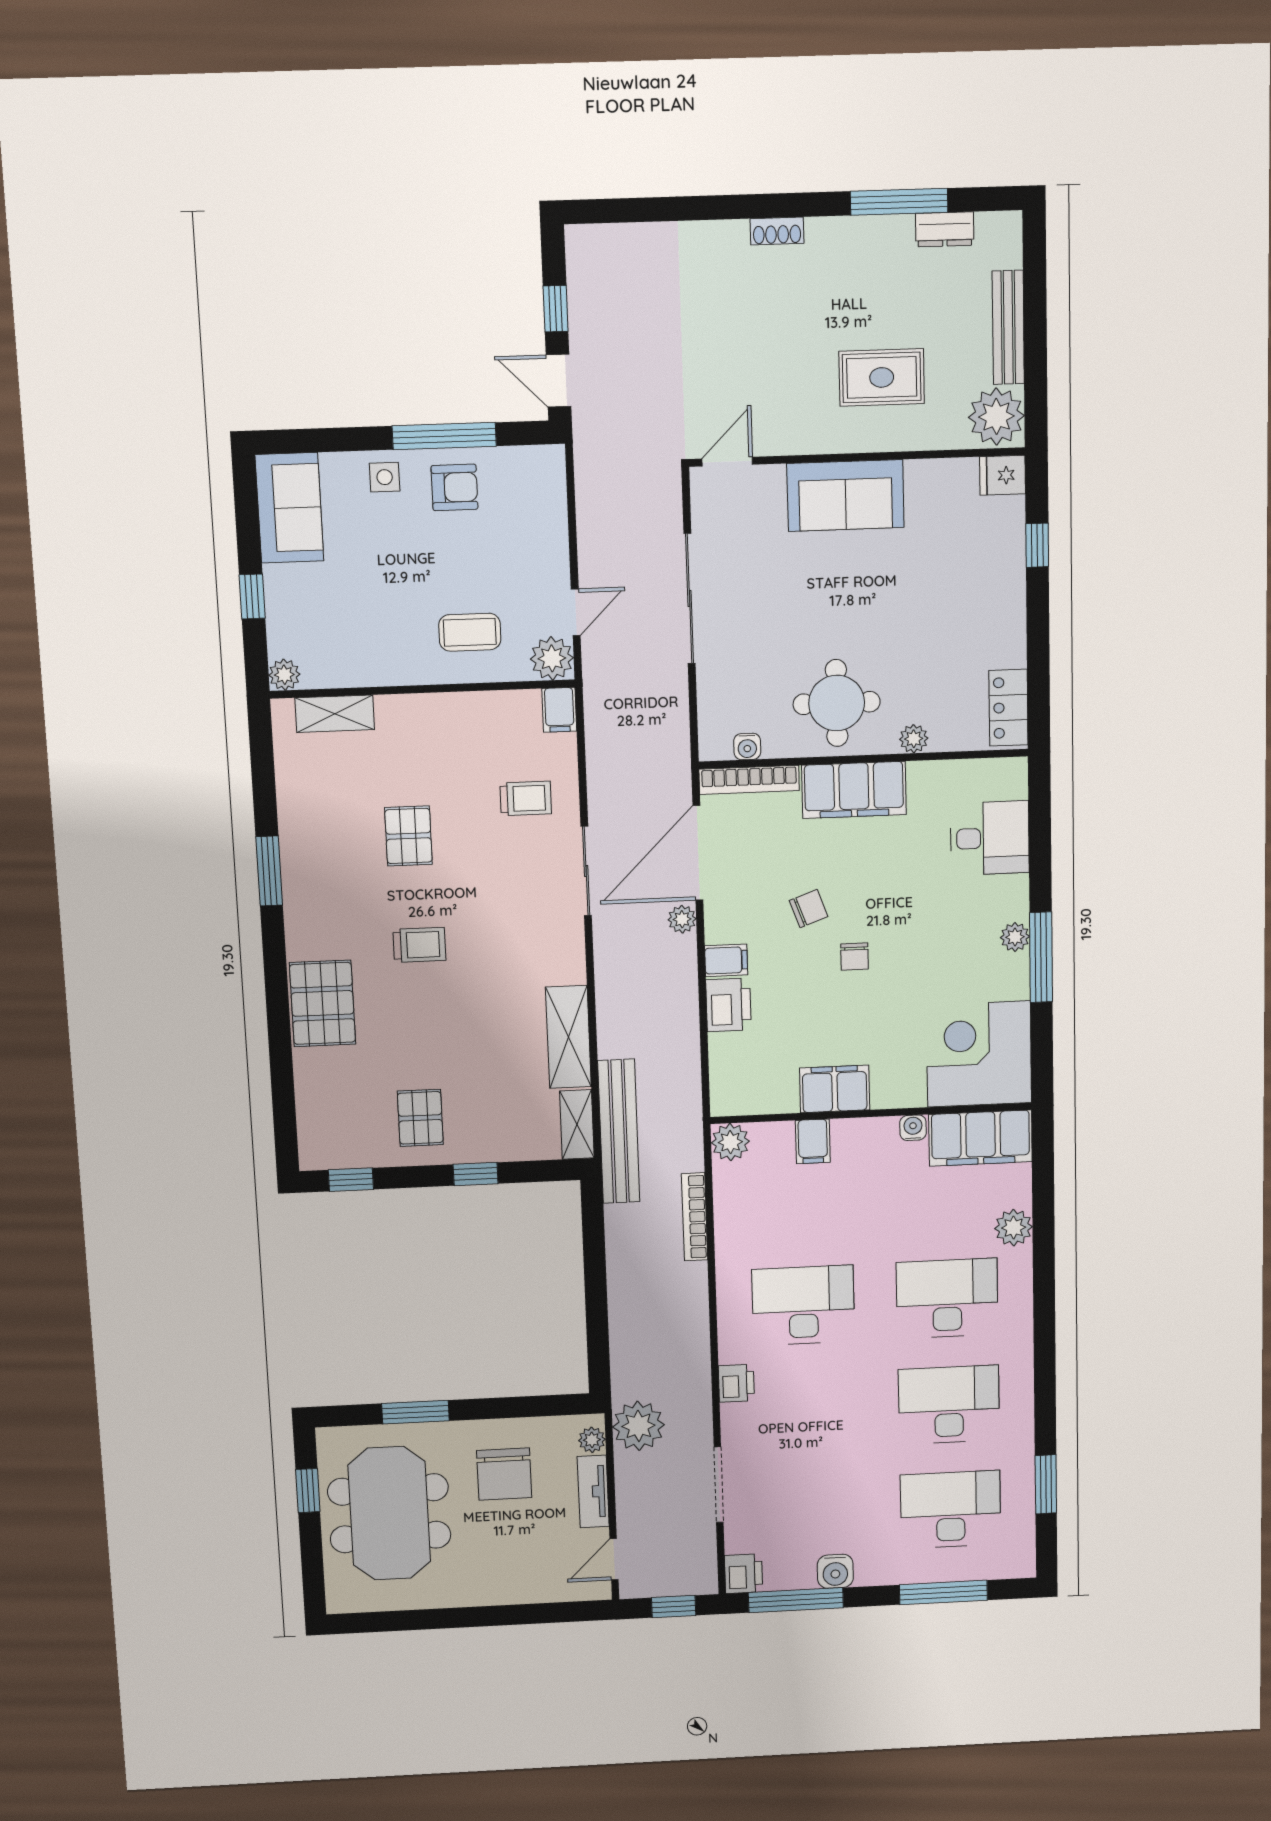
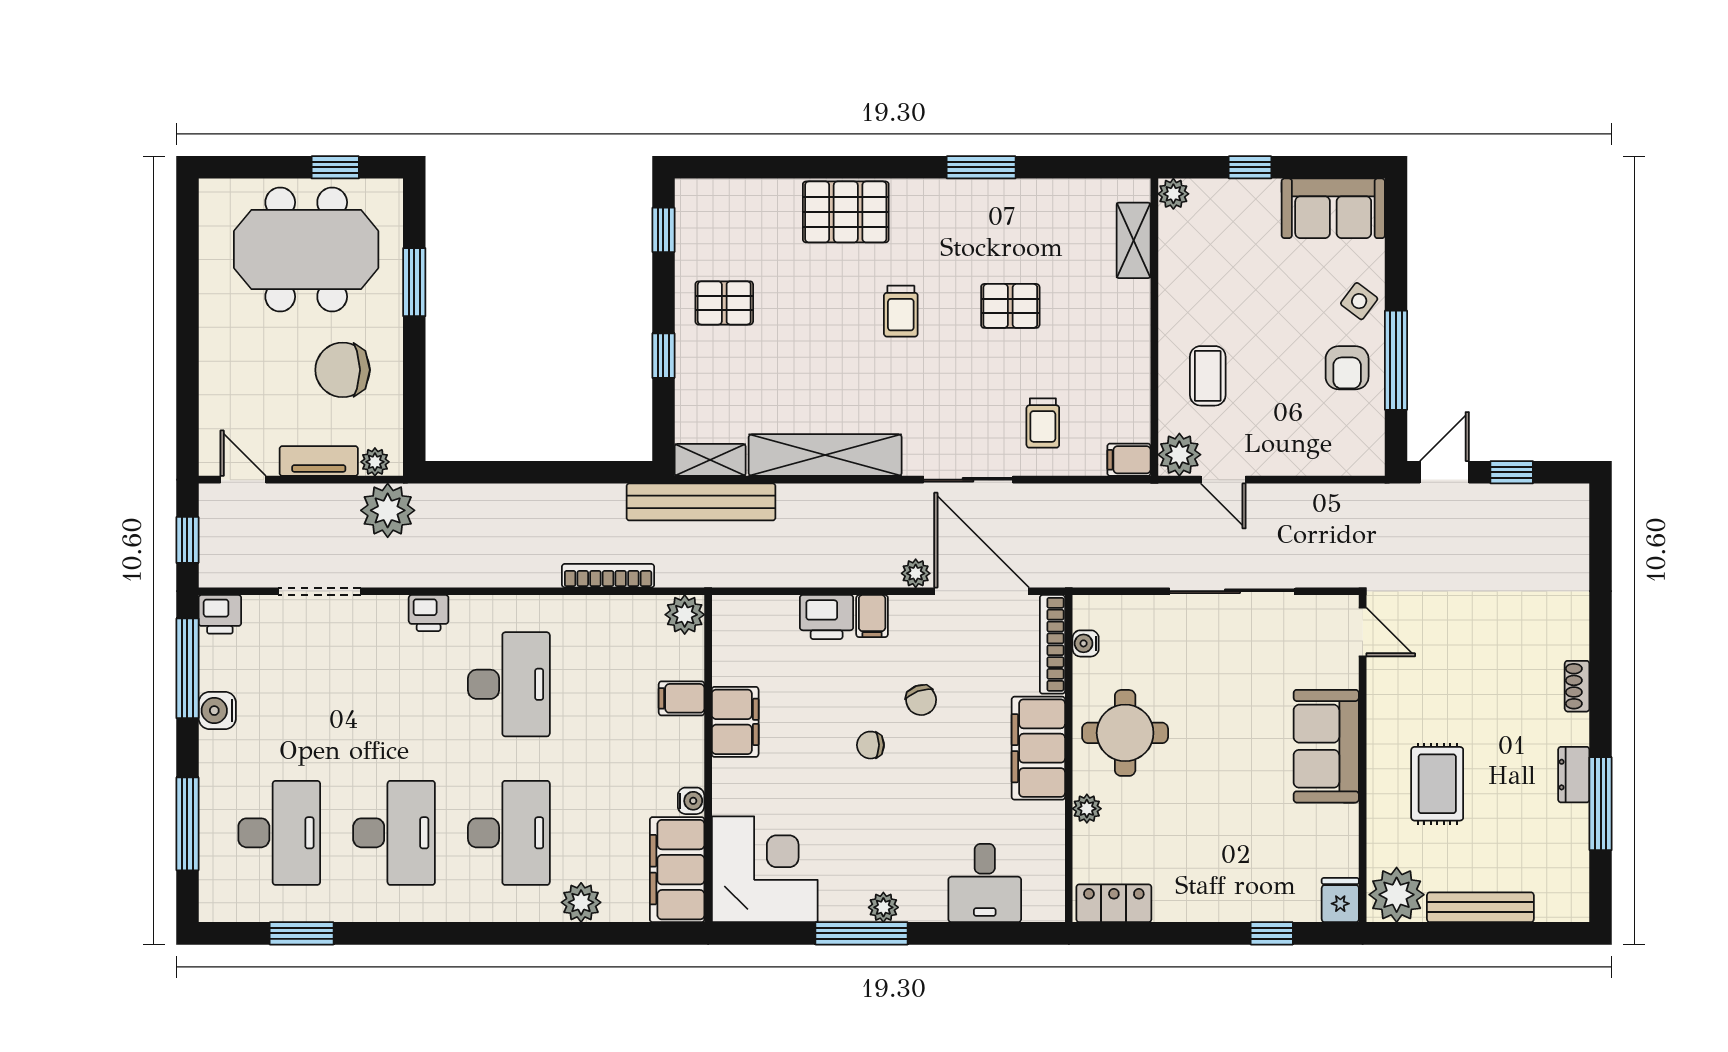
dresser: (945, 229) -> (1574, 775), moved
side table: (385, 477) -> (1359, 301), turned 37
shelving: (568, 1037) -> (825, 455), width x1.47

